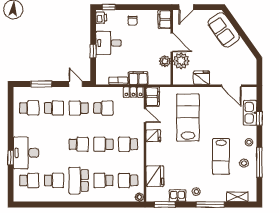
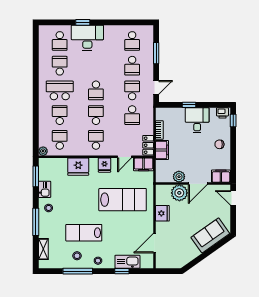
fridge: (155, 176) -> (78, 167), moved
school desk: (54, 180) -> (60, 66), turned 180

